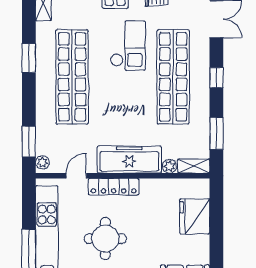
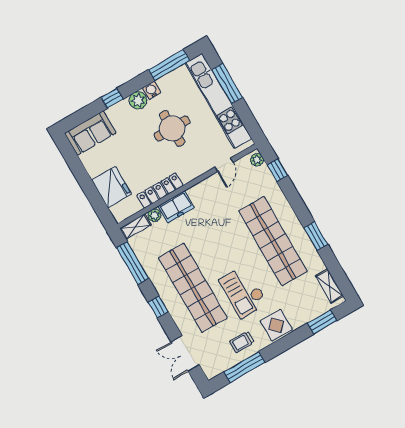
window: (216, 133) -> (133, 263), width x1.44
window: (29, 141) -> (277, 170), width x0.67
freezer: (129, 159) -> (176, 207), width x0.52, depth x0.79
locker: (114, 187) -> (160, 191), moved

